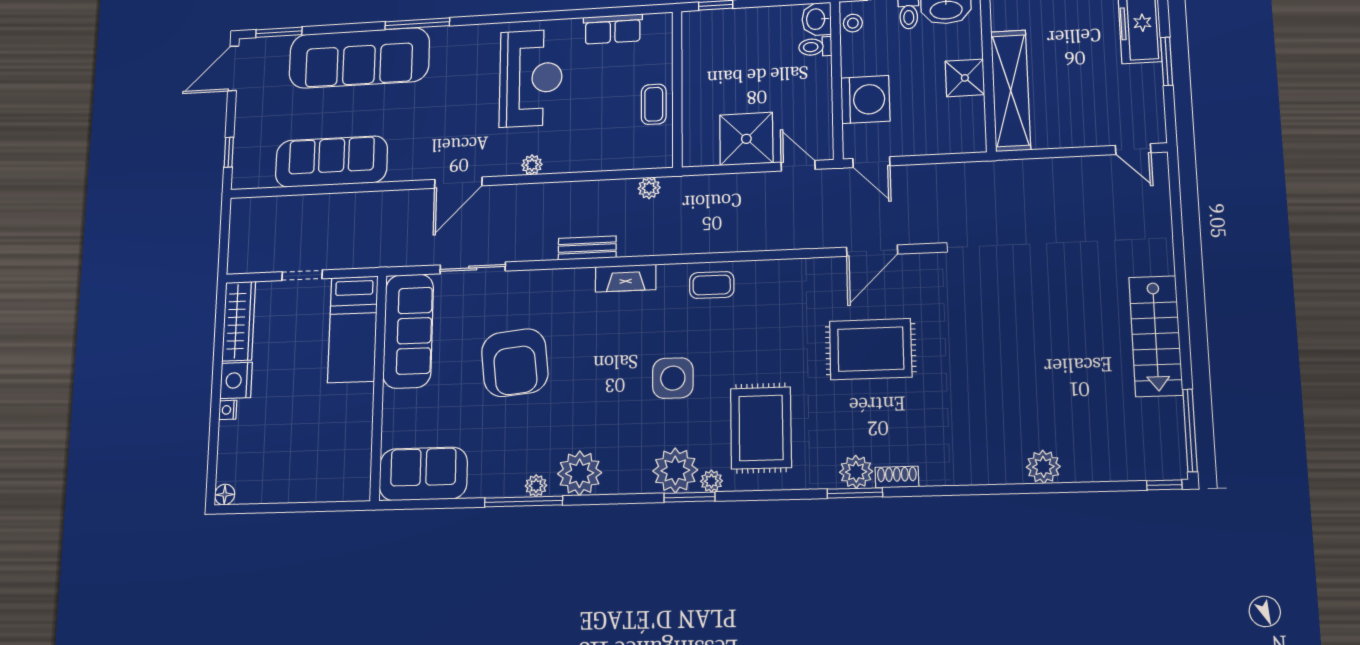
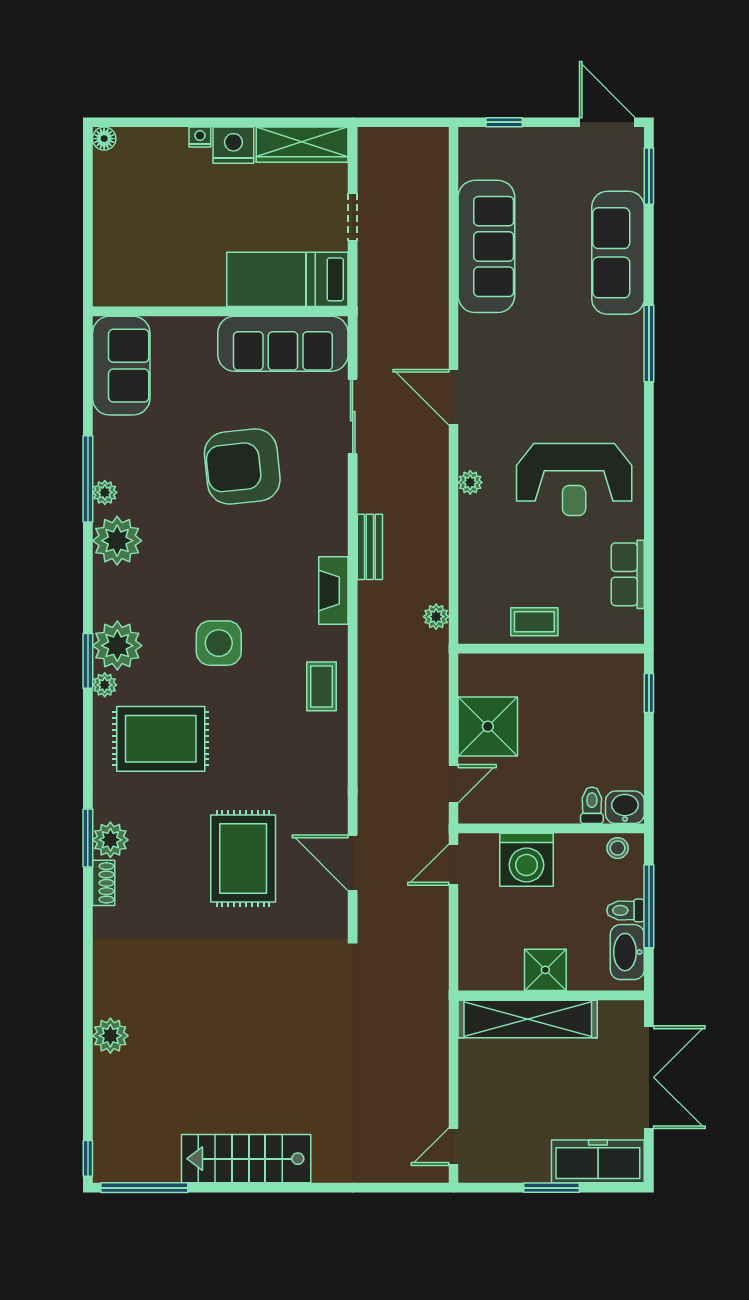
sofa: (359, 58) -> (618, 253), width x0.74, depth x0.79

